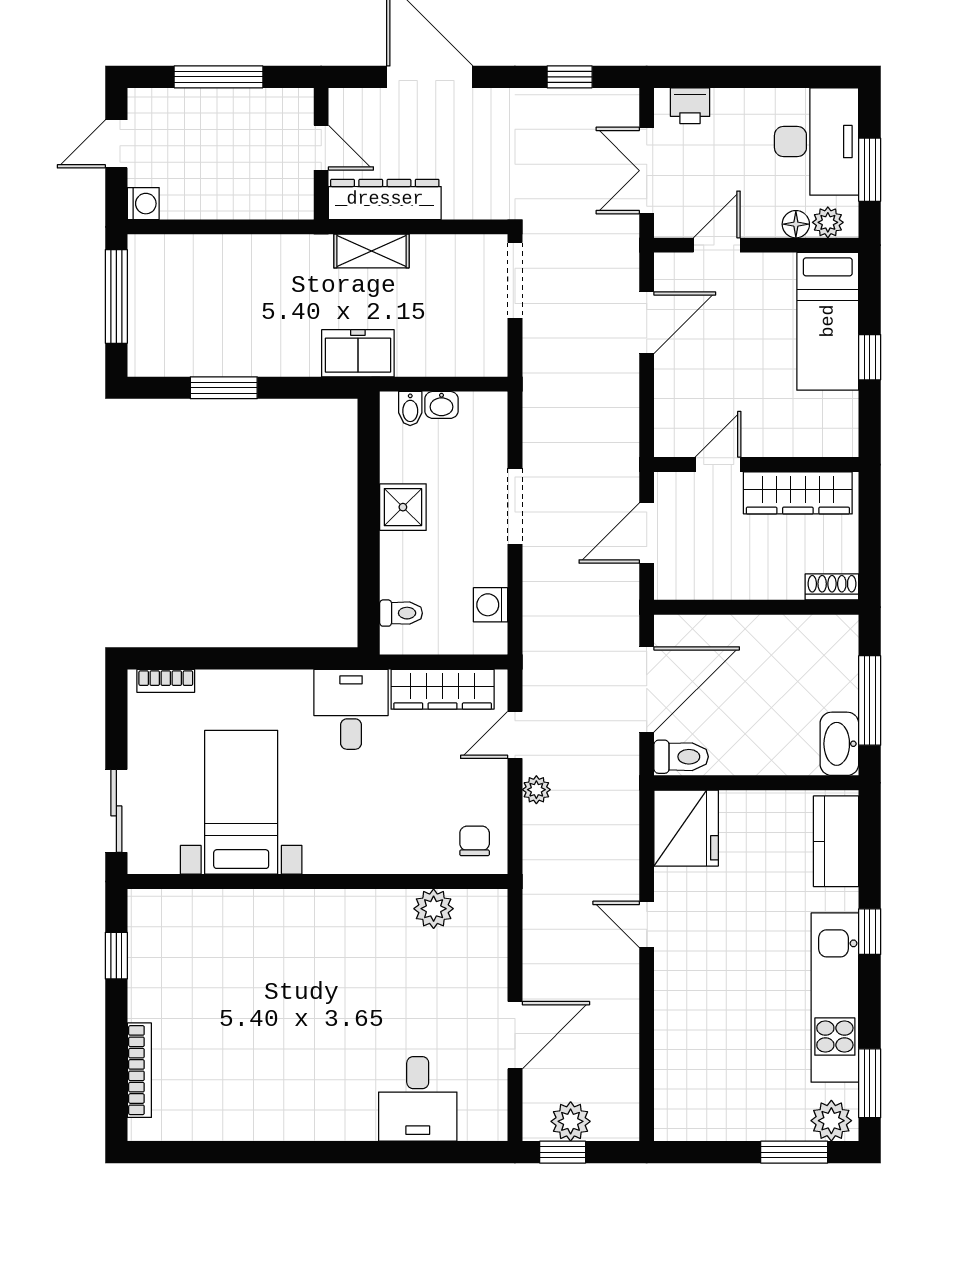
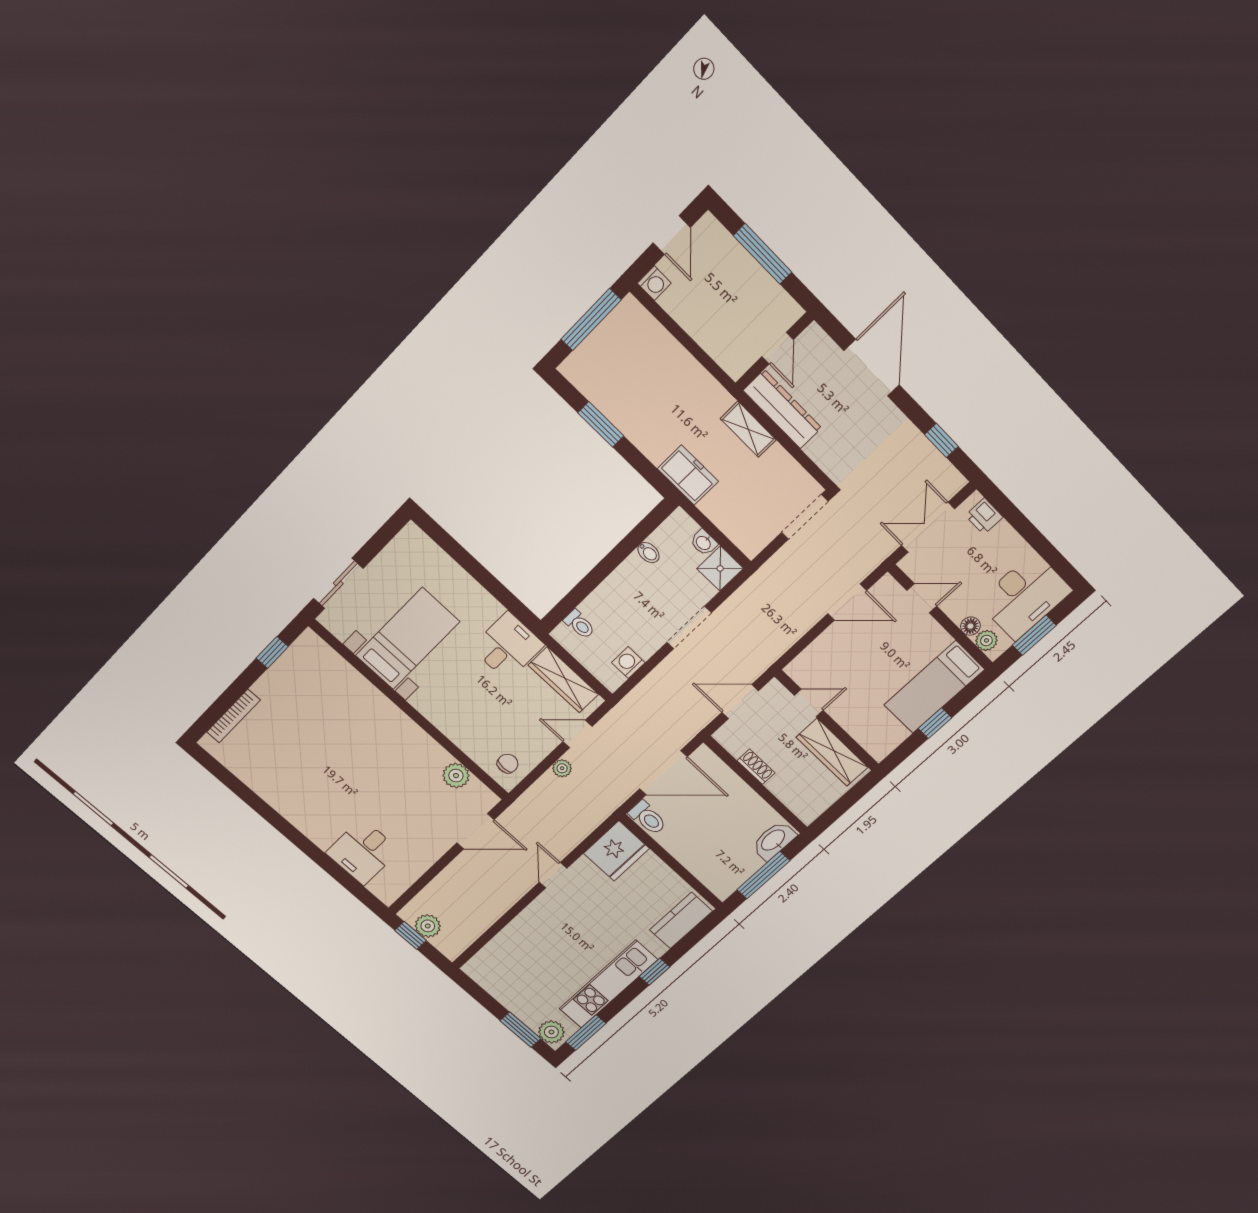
door: (116, 144) -> (672, 235), swing flipped
bidet: (410, 409) -> (648, 553), moved, turned -90
shower: (403, 507) -> (720, 568), moved
shoe rack: (832, 587) -> (756, 767), moved
bookcase: (166, 681) -> (426, 544), removed
washbasin: (839, 744) -> (774, 841), moved
door: (515, 1035) -> (475, 831), moved

